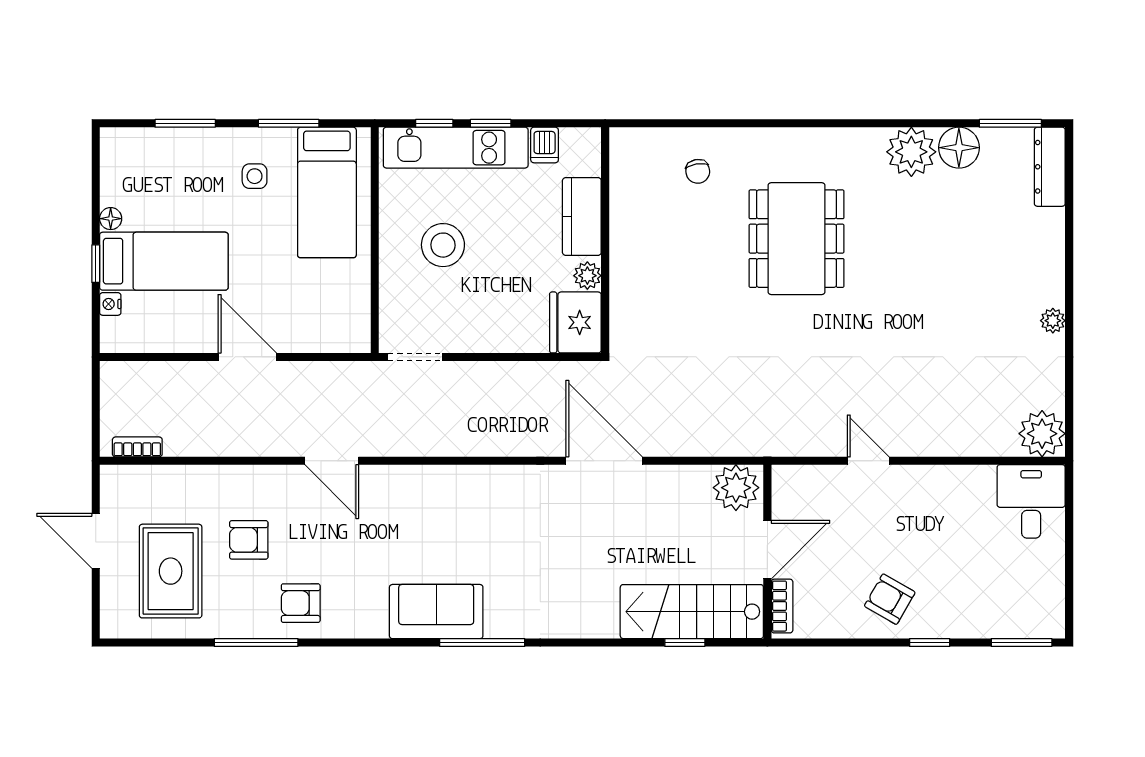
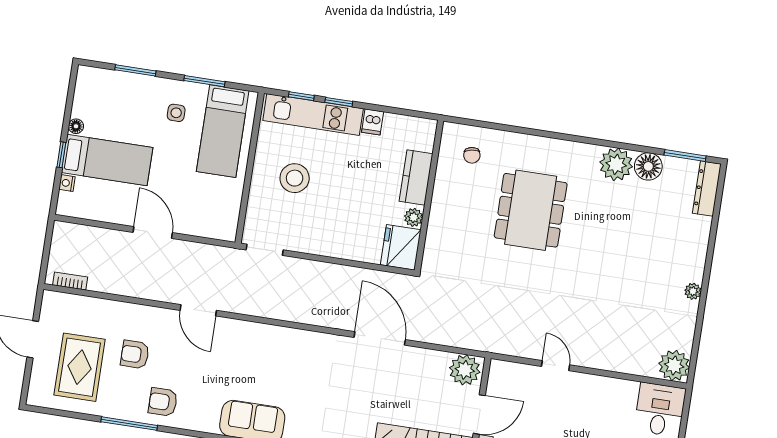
kitchen counter: (582, 216) -> (416, 177), moved
wall: (605, 240) -> (429, 196), moved
plant: (587, 276) -> (414, 217), moved
fridge: (575, 322) -> (401, 247), moved

